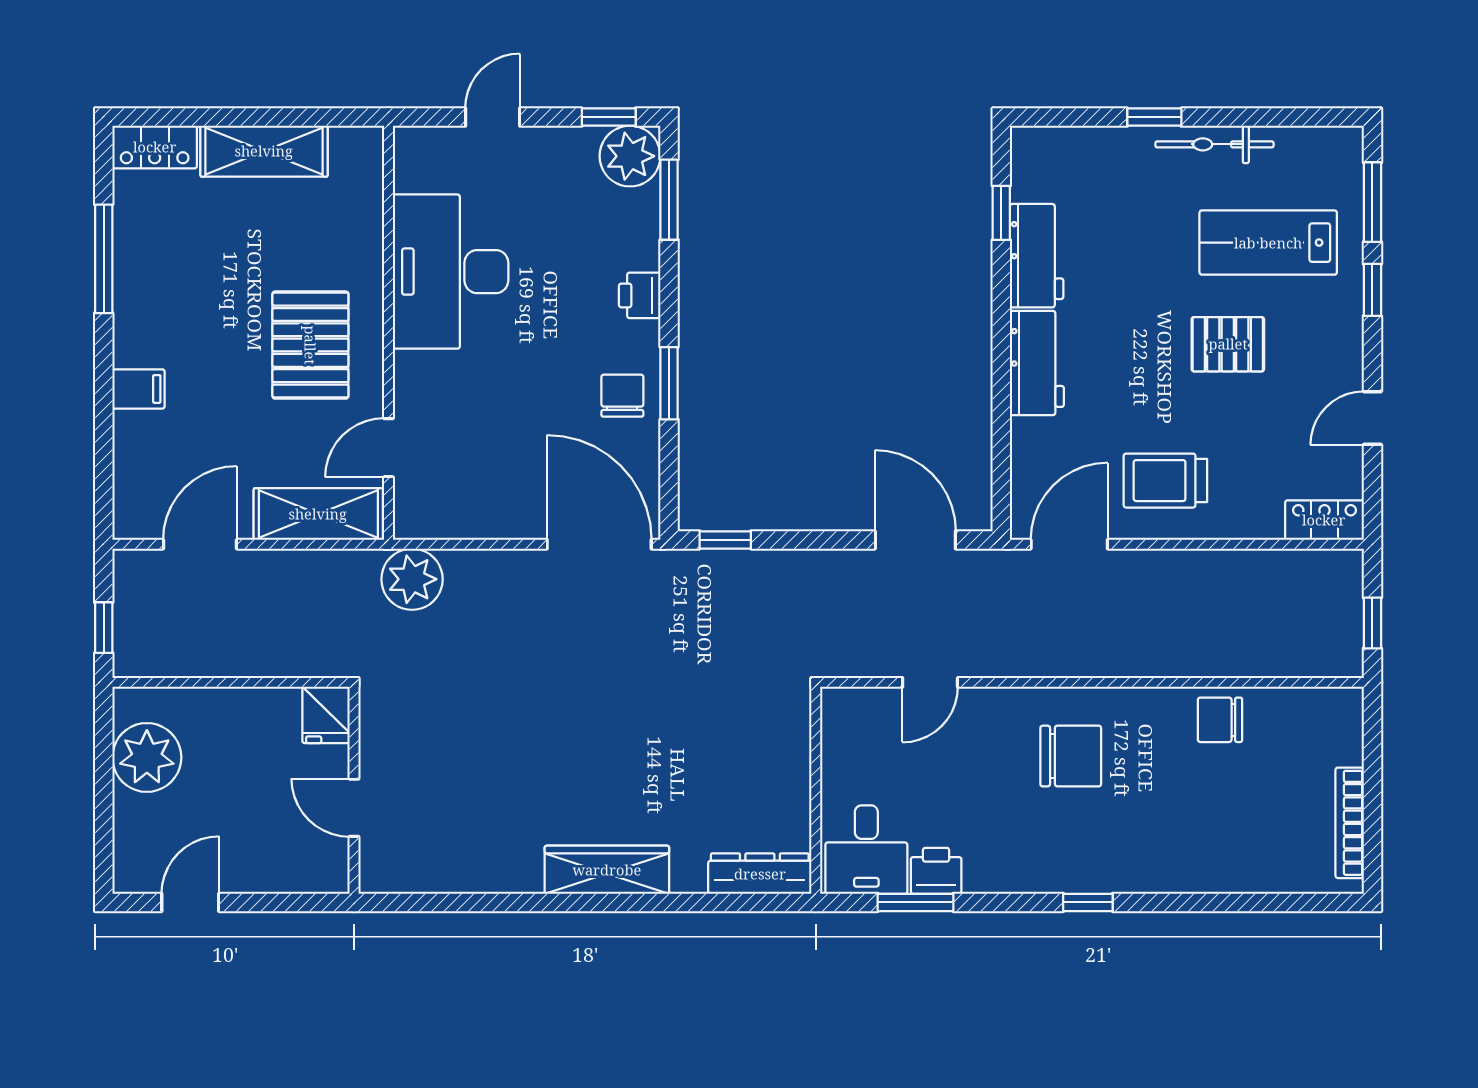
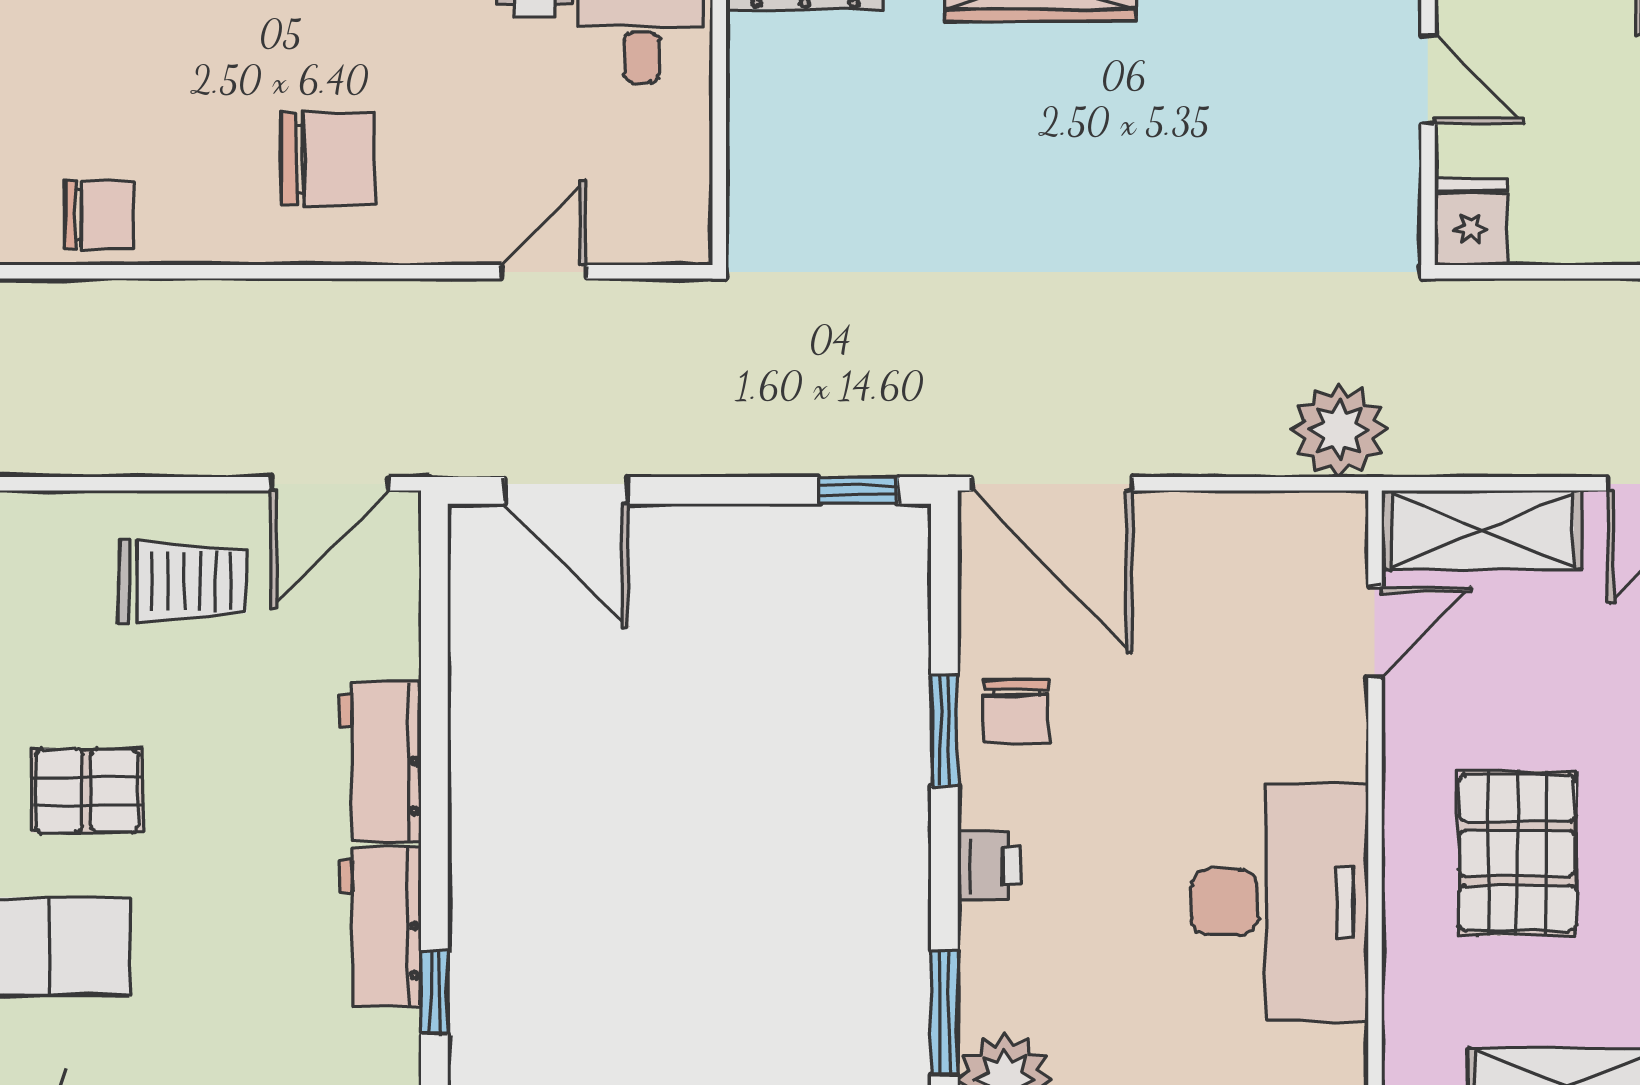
pallet: (310, 345) -> (1518, 853), moved
chair: (1071, 756) -> (328, 159), turned 180

